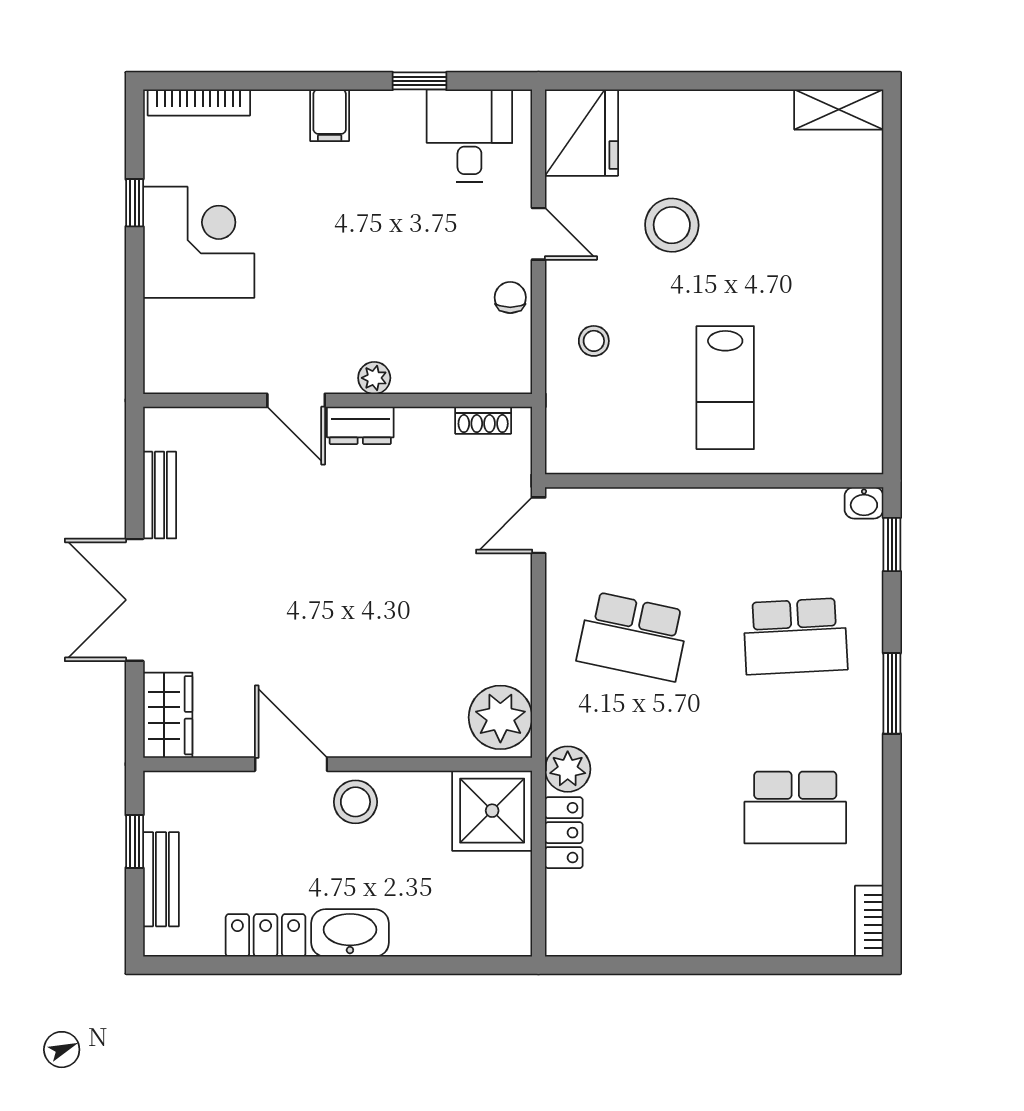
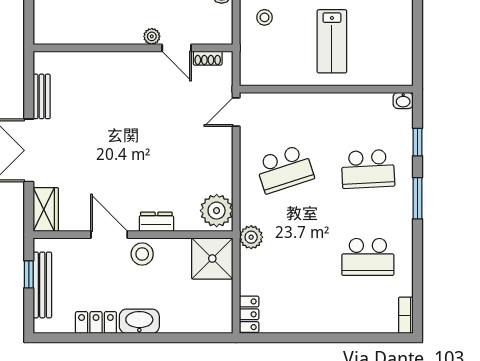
door: (296, 400) -> (177, 48), moved
dresser: (360, 425) -> (156, 222), moved, turned 180
window: (892, 544) -> (417, 142), moved
school desk: (633, 636) -> (285, 169), turned -30
locker: (564, 833) -> (249, 314), moved
bench: (161, 879) -> (42, 285), width x1.36

